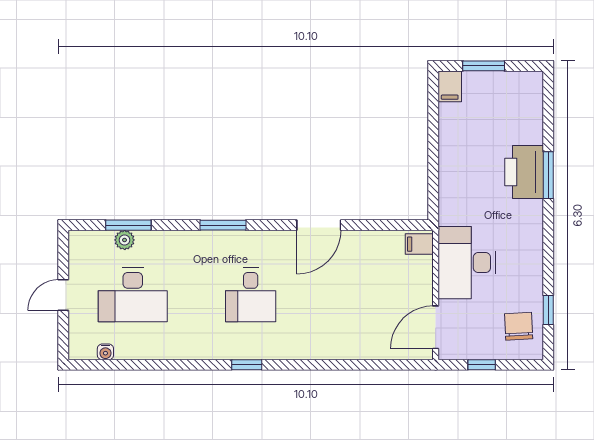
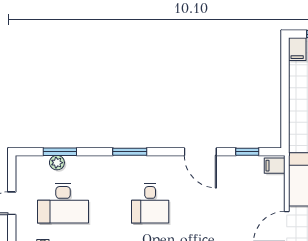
door: (319, 225) -> (200, 152), hinge flipped
window: (382, 225) -> (247, 152), added

